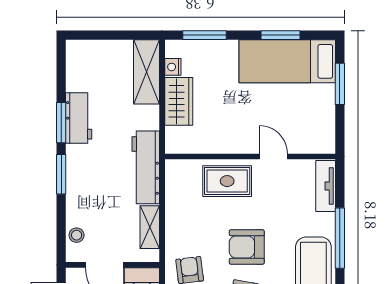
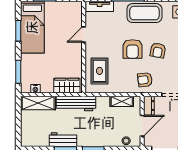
wardrobe: (179, 101) -> (67, 86), moved
workbench: (146, 167) -> (76, 103), moved
rug: (227, 181) -> (99, 71), moved

